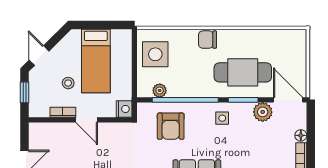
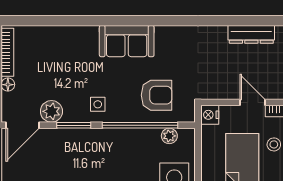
cafe table: (243, 72) -> (74, 157), removed
door: (288, 100) -> (23, 125), hinge flipped
armchair: (171, 126) -> (157, 95), turned 90

